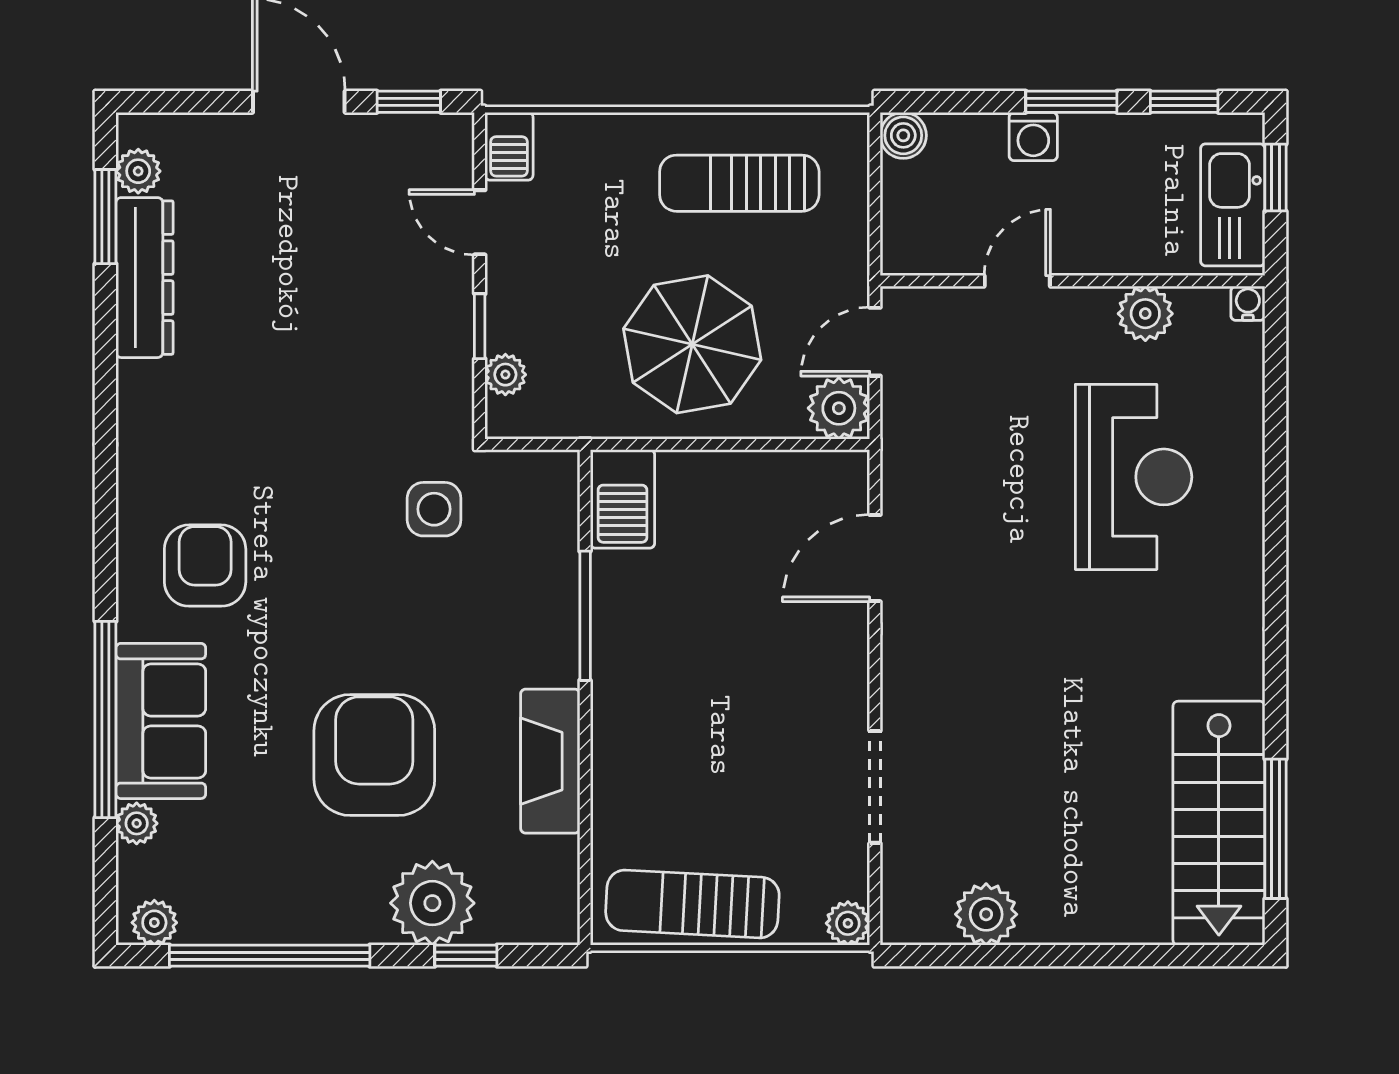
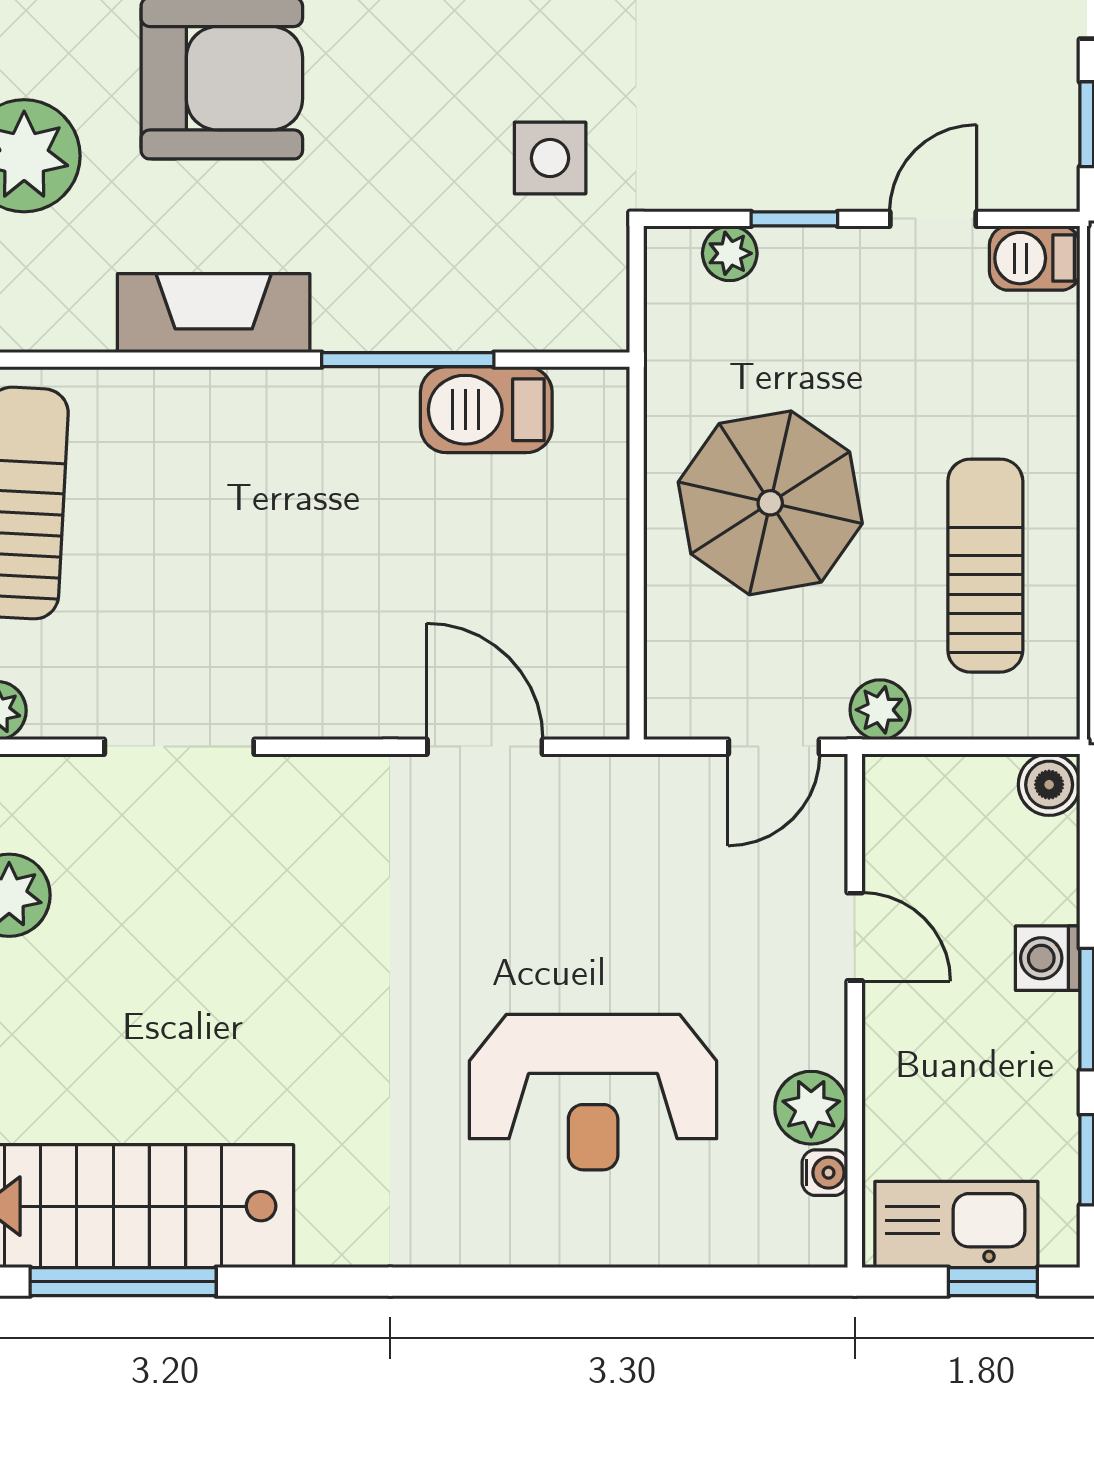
water cooler: (1248, 303) -> (825, 1173), moved
door: (875, 342) -> (774, 747), swing flipped
plant: (839, 408) -> (880, 710), moved, width x0.73, depth x0.73
barbecue: (622, 499) -> (486, 410), moved

